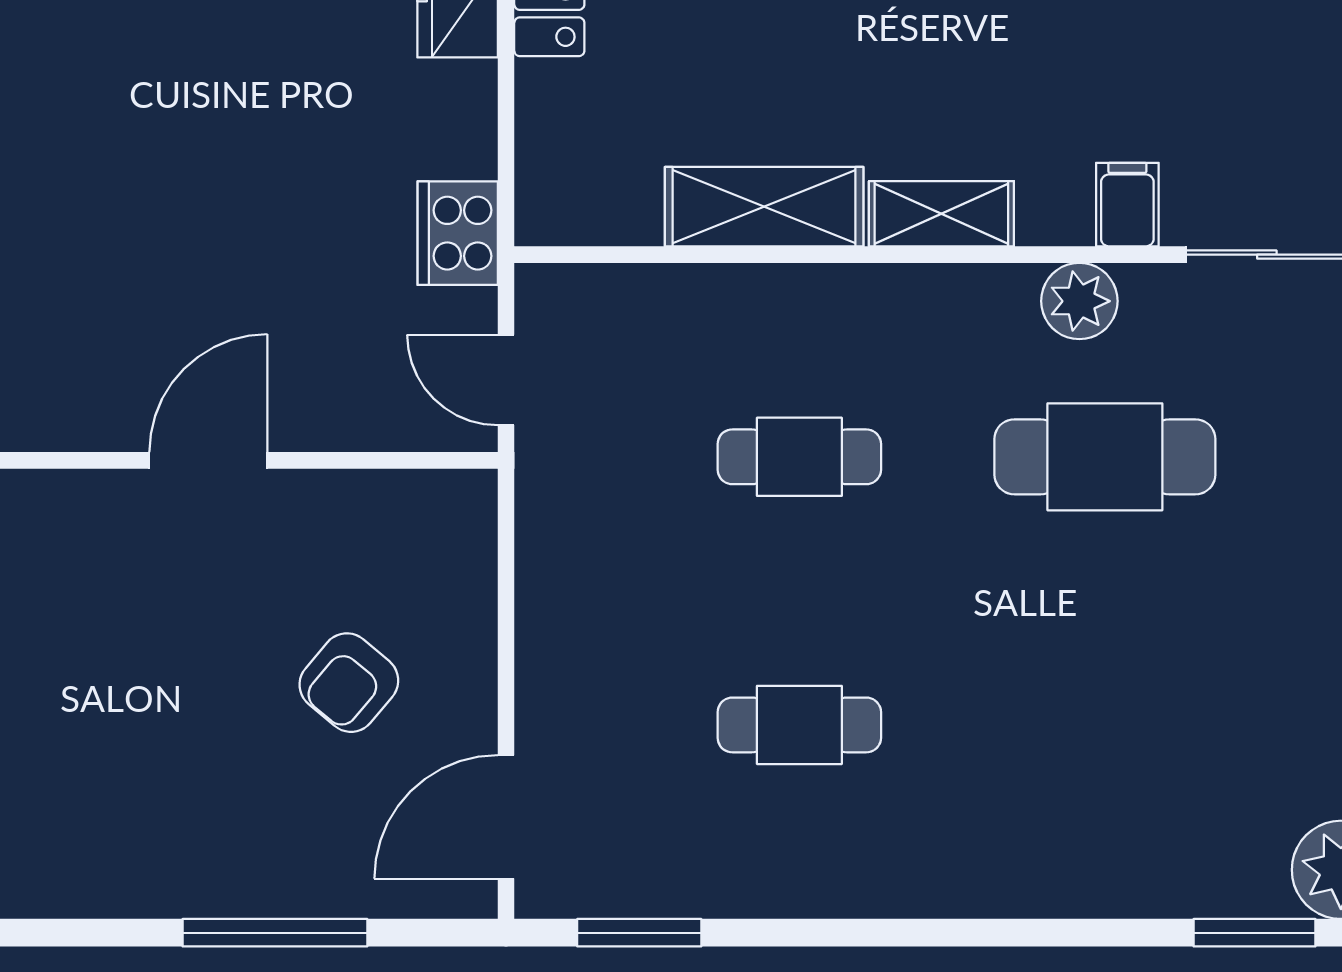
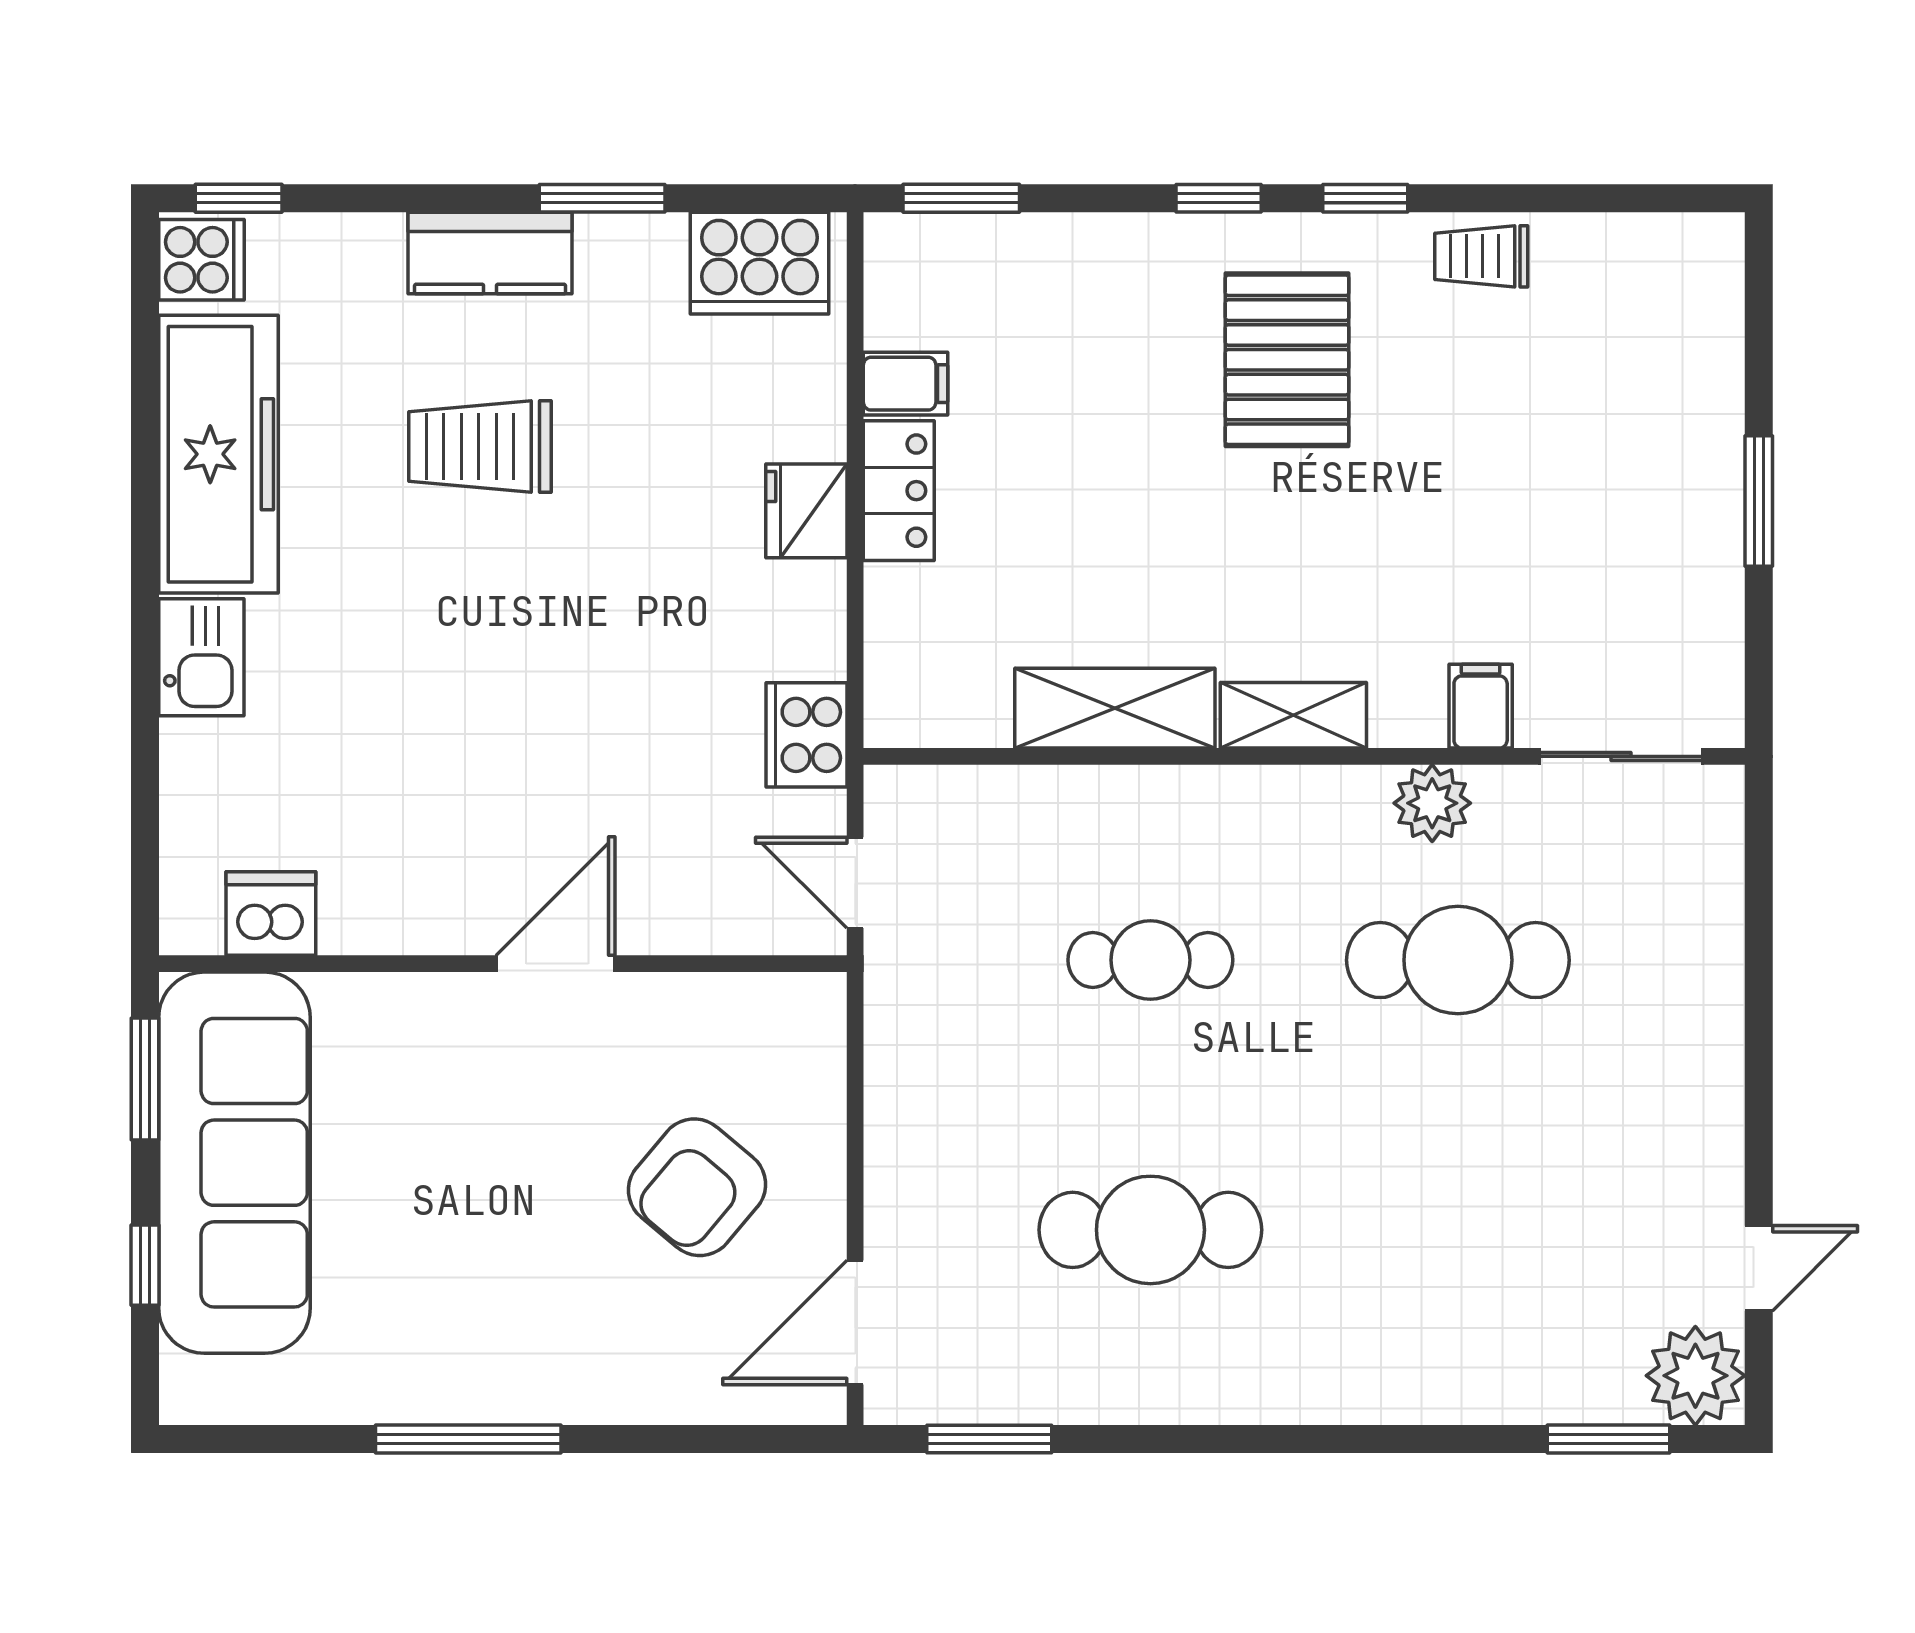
armchair: (349, 683) -> (697, 1187), width x1.38, depth x1.38
cafe table: (799, 725) -> (1150, 1230), width x1.37, depth x1.35
window: (275, 933) -> (468, 1439), moved

